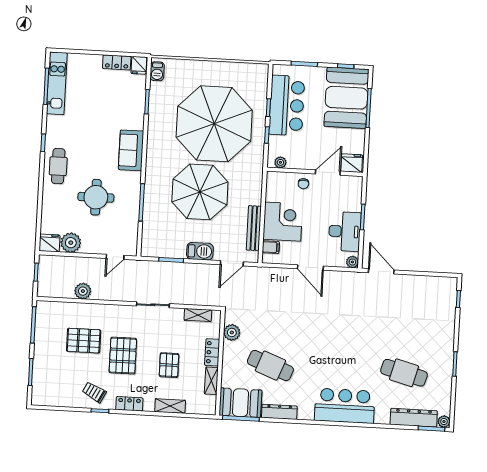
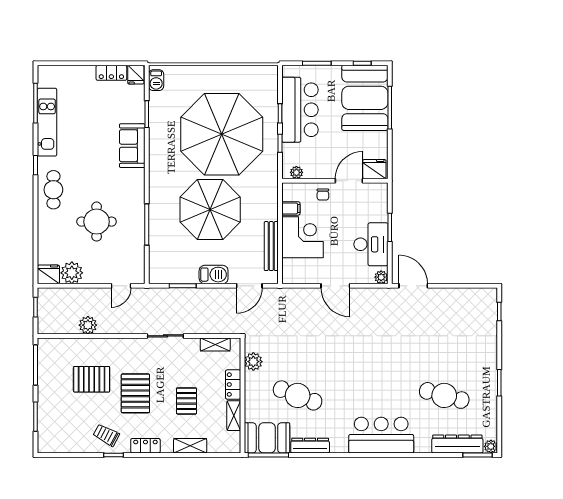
kitchen unit: (57, 83) -> (47, 122), moved
sofa: (131, 150) -> (132, 146), moved
filing cabinet: (271, 247) -> (291, 208), moved

